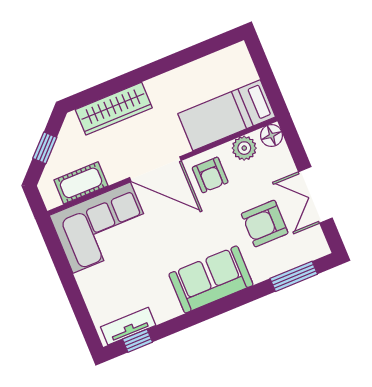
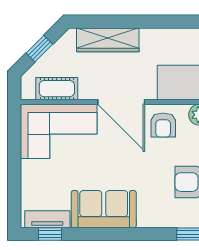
sofa: (211, 279) -> (104, 209), moved

